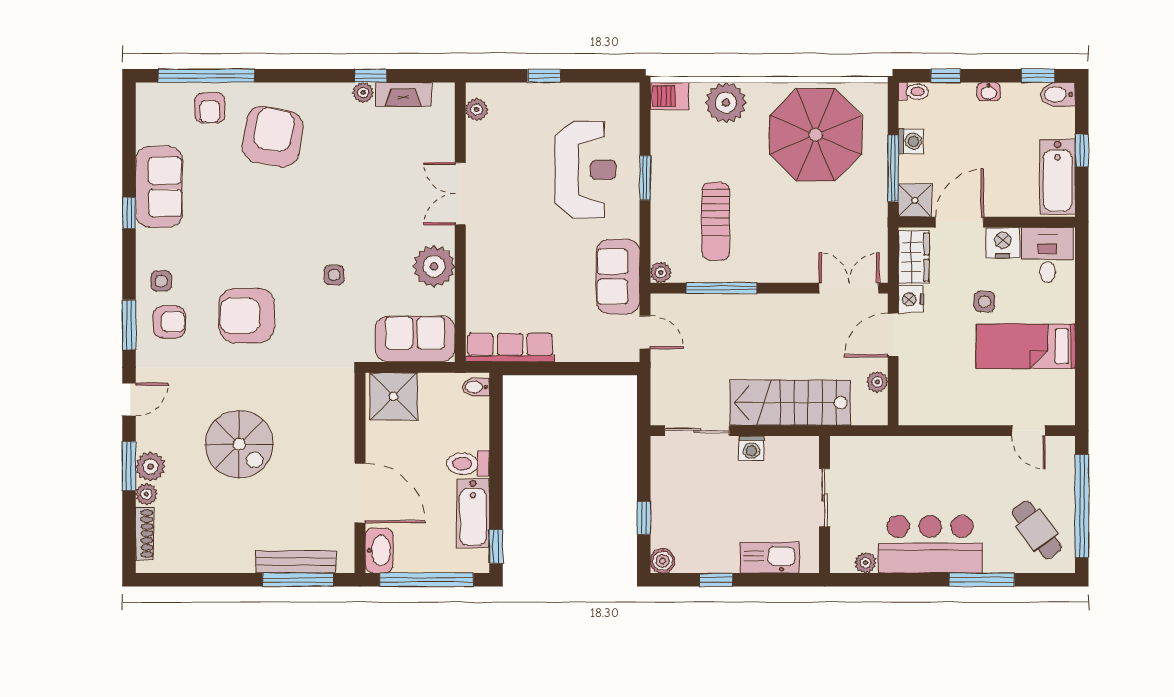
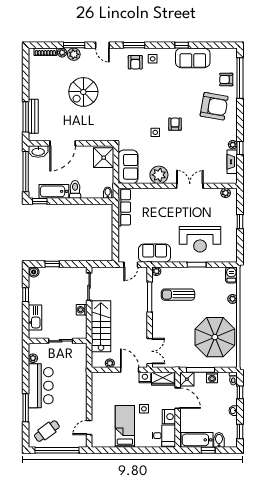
bidet: (1058, 94) -> (219, 440), moved
plant: (726, 103) -> (233, 299), width x0.53, depth x0.53
armchair: (247, 316) -> (175, 124), moved, width x0.53, depth x0.53

